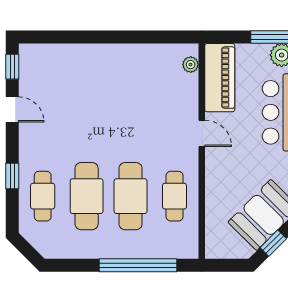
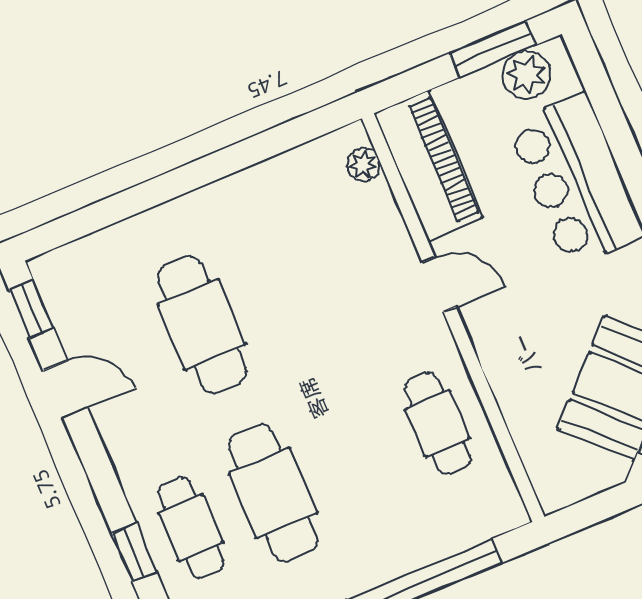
window: (12, 176) -> (134, 553), moved
cafe table: (131, 196) -> (202, 324), moved

